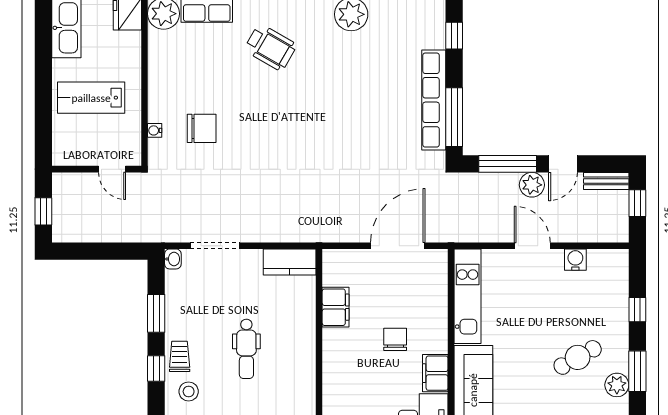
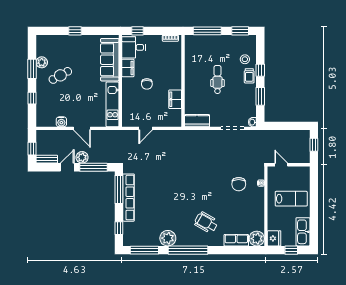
chair: (202, 128) -> (239, 184), turned -90
door: (398, 246) -> (146, 128), width x0.53

